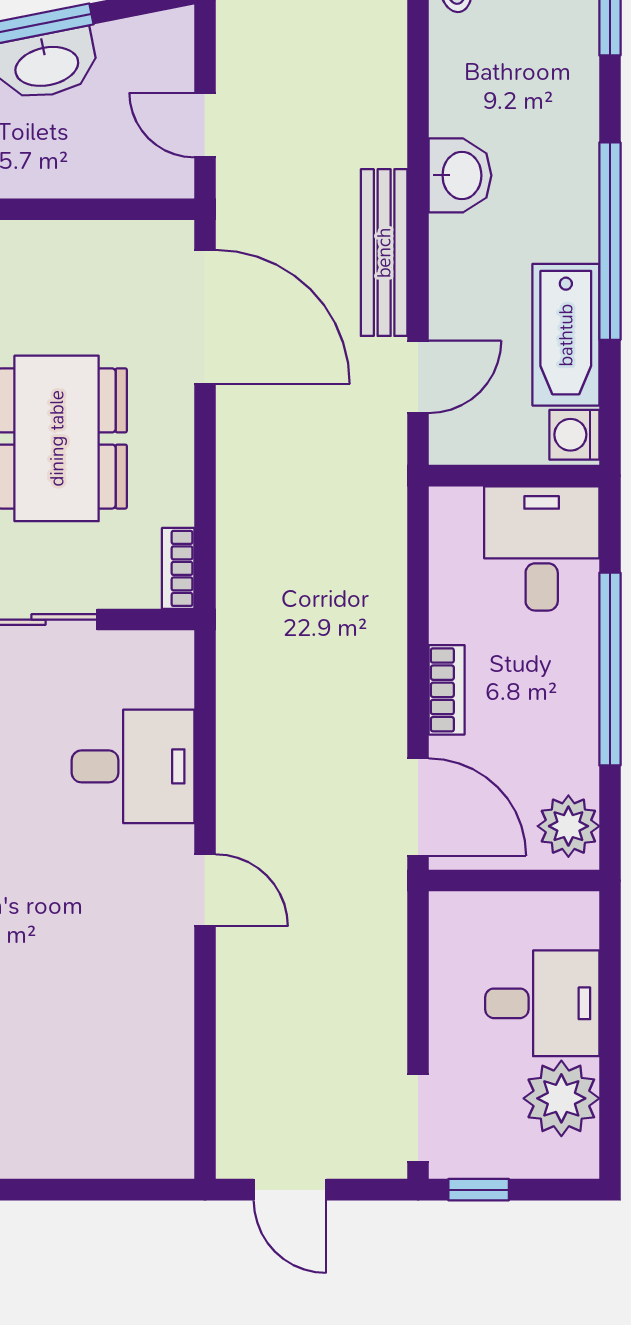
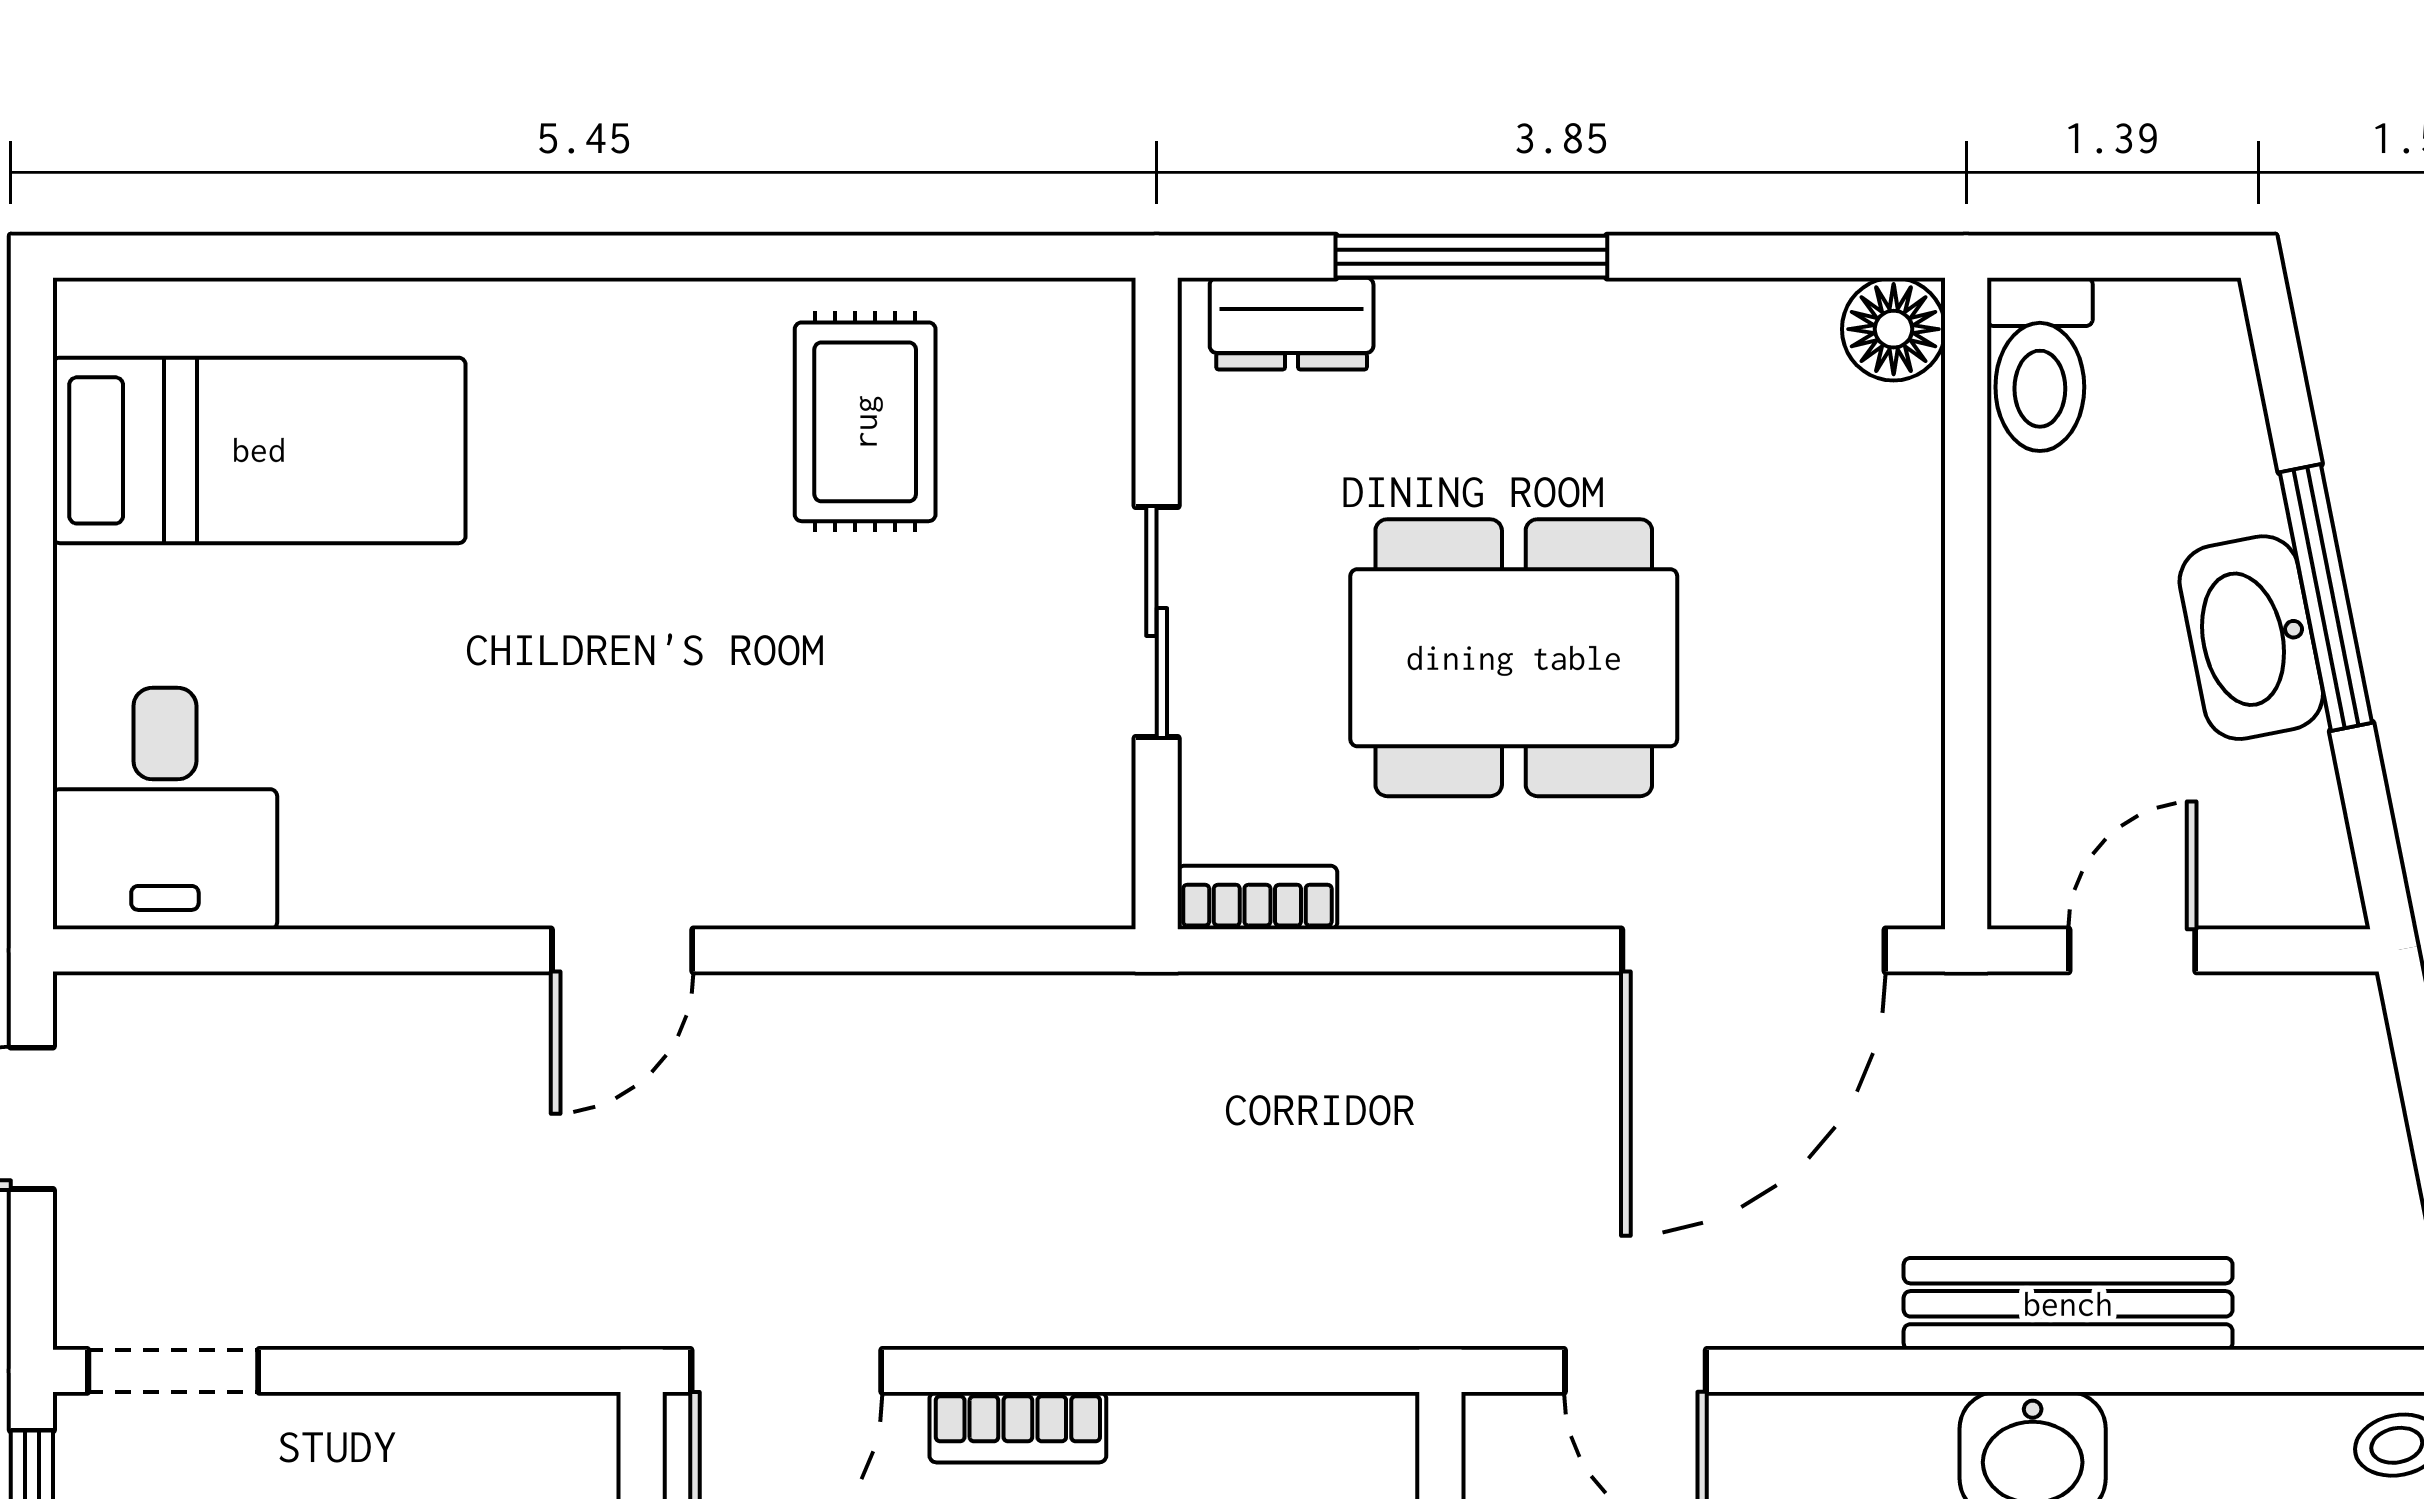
bench: (384, 253) -> (2068, 1304), moved
desk: (133, 766) -> (165, 808), moved

